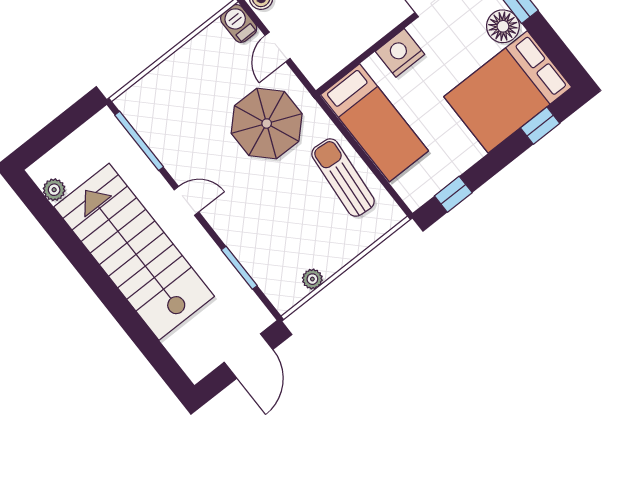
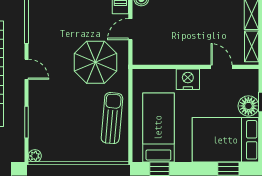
bed: (374, 123) -> (158, 128), moved, turned 180
plant: (312, 279) -> (35, 156), moved

